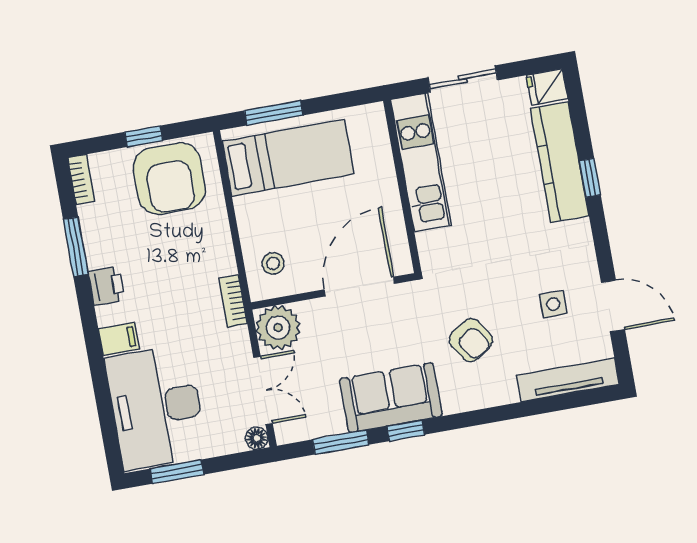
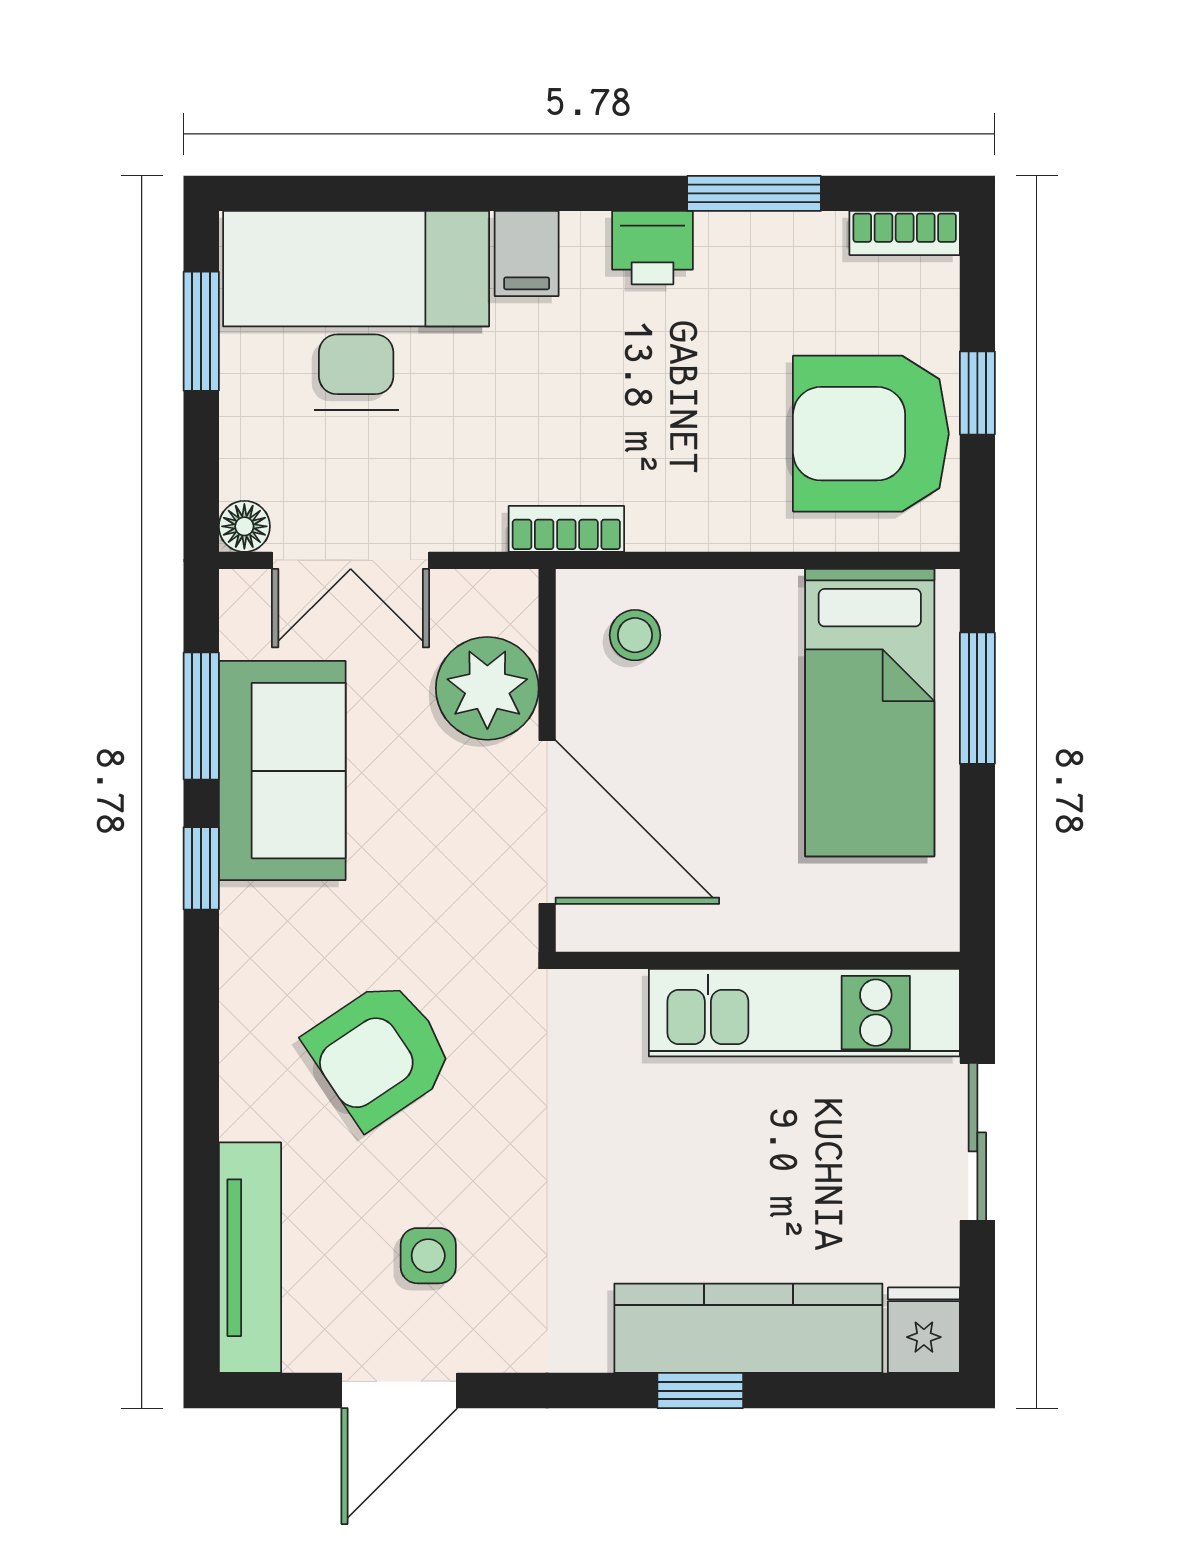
plant: (278, 328) -> (487, 688), moved
armchair: (471, 340) -> (380, 1054), width x1.38, depth x1.38
sofa: (391, 397) -> (282, 771), moved

